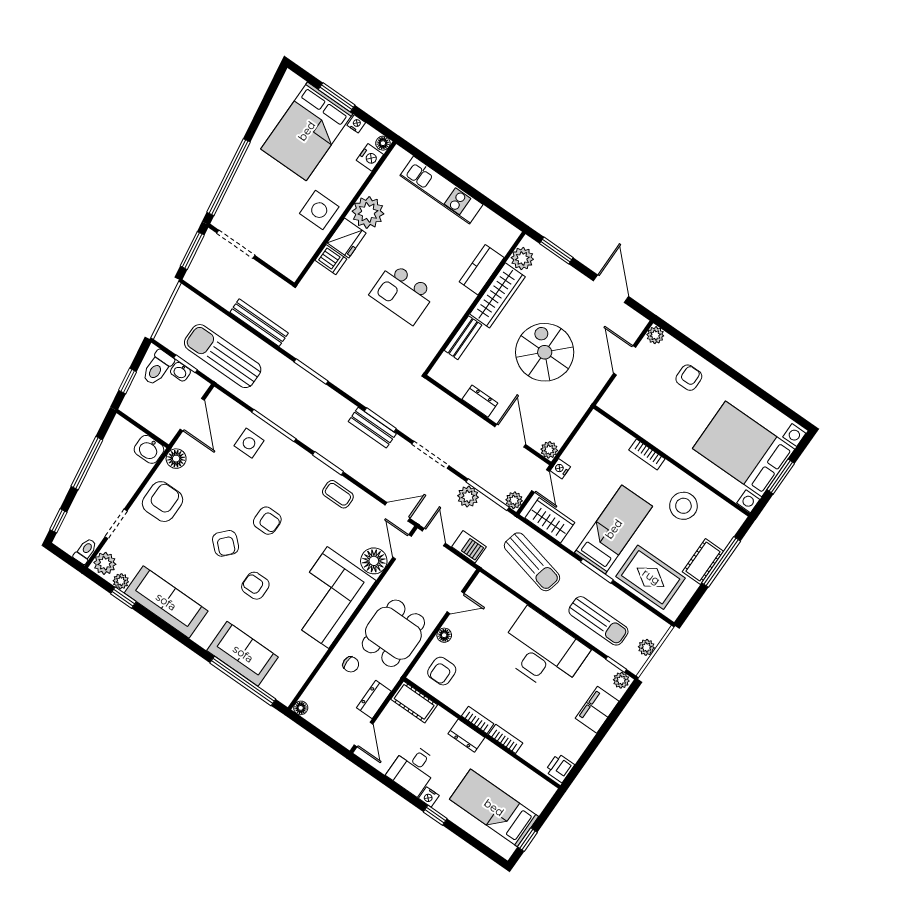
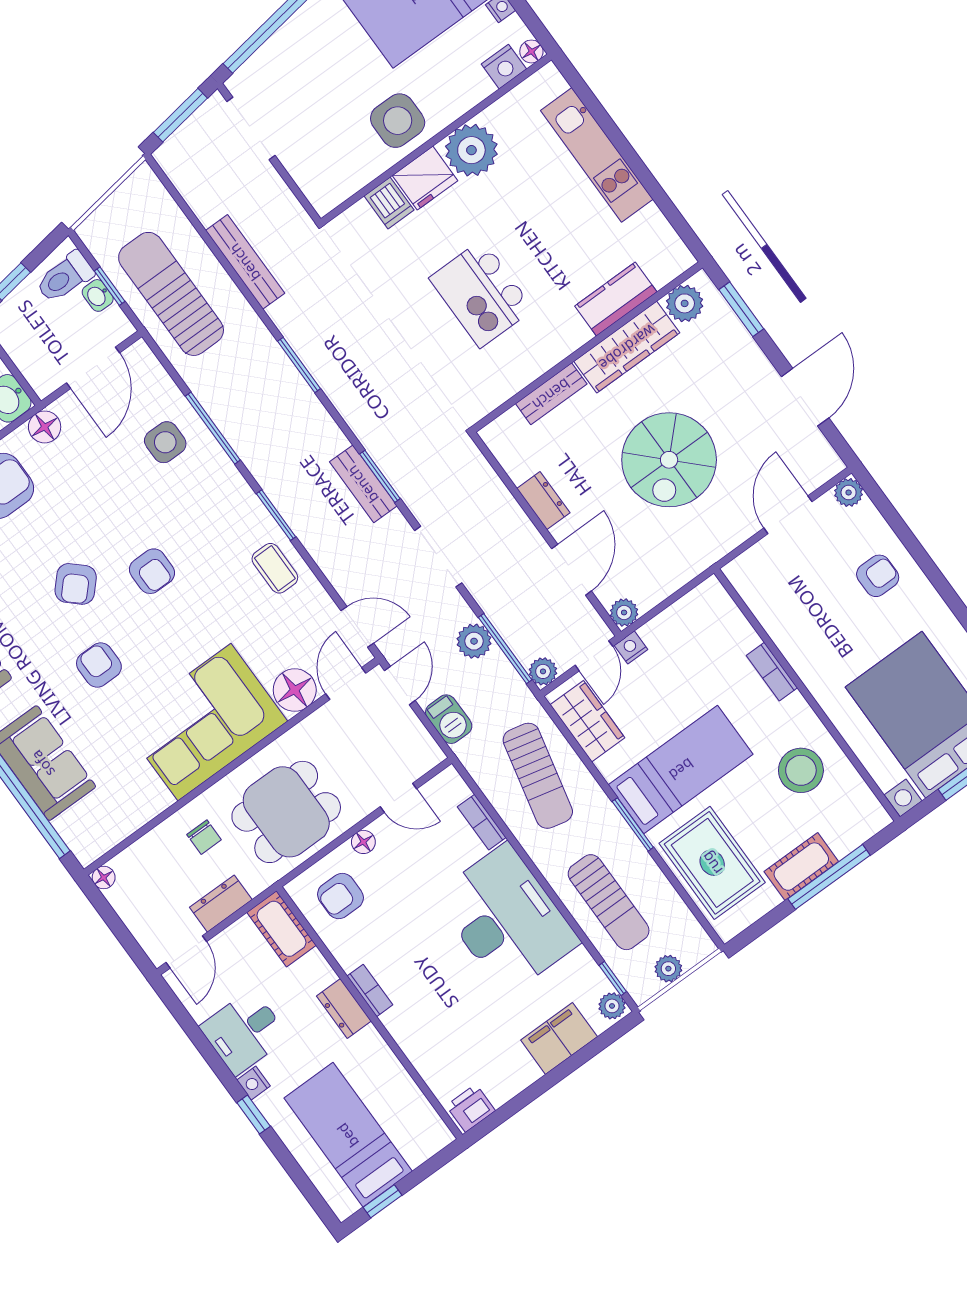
spiral stairs: (545, 352) -> (669, 460), turned 180
bookcase: (506, 739) -> (482, 822), moved, turned 180

